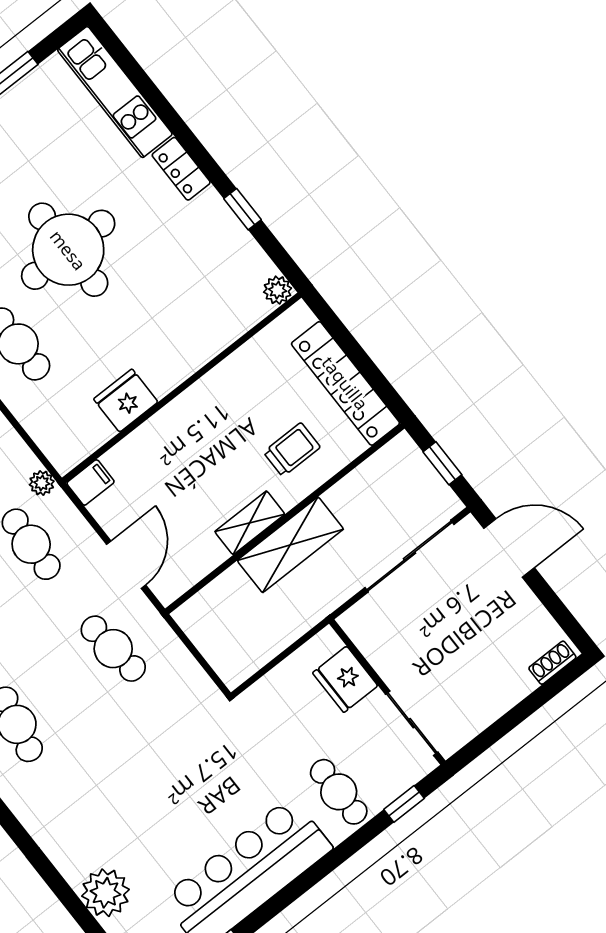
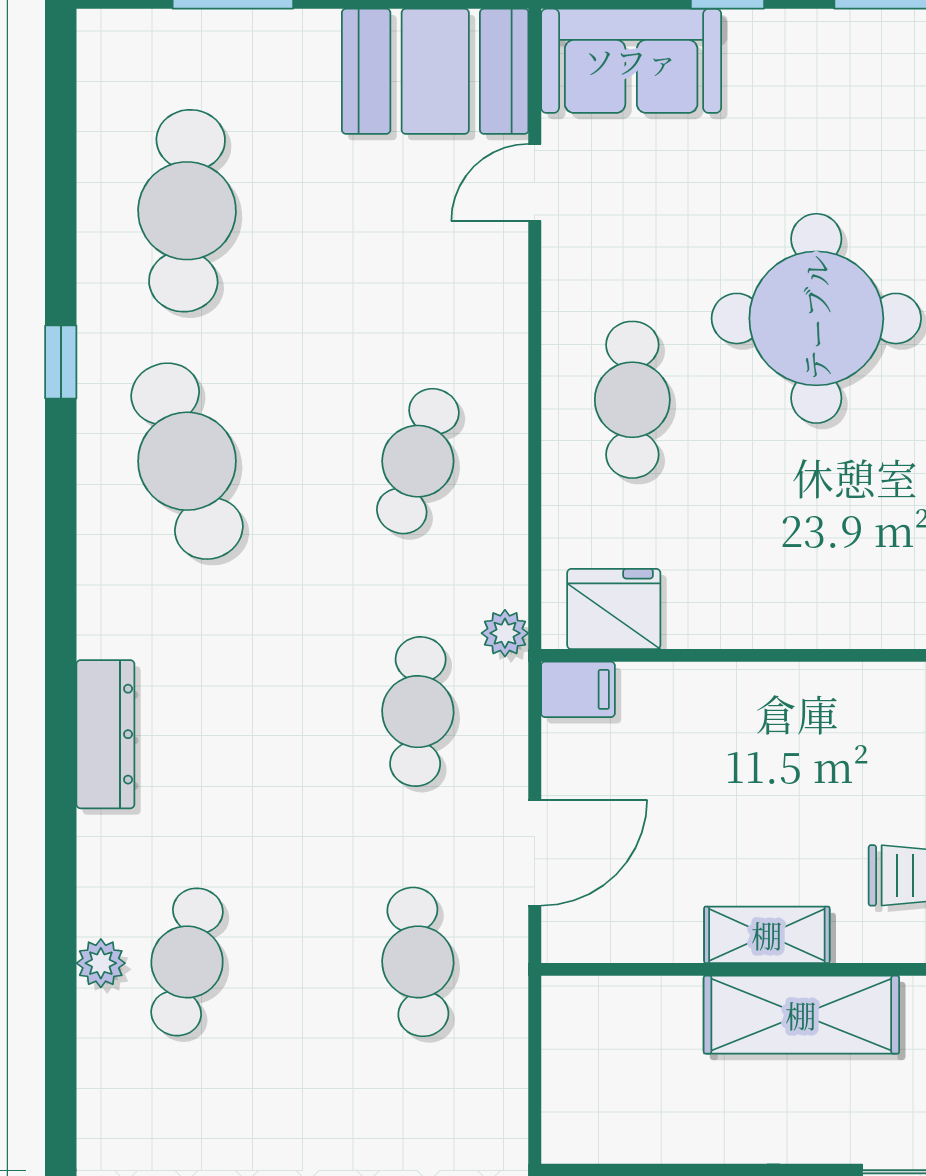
fridge: (126, 400) -> (614, 609), moved

